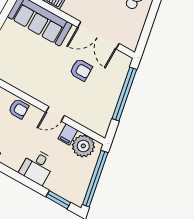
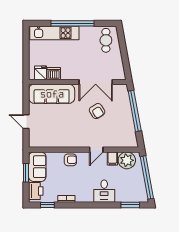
armchair: (81, 70) -> (97, 111), turned 58

